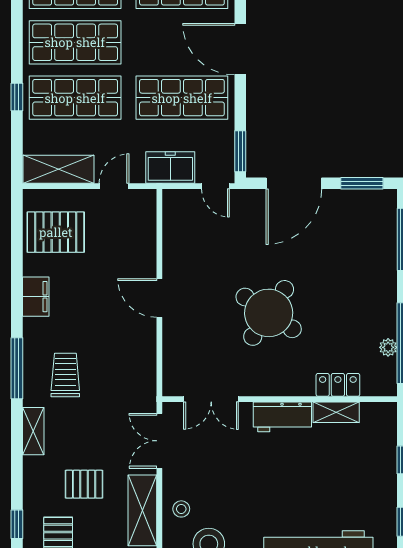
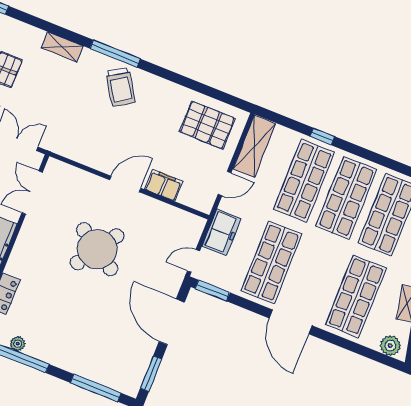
door: (240, 49) -> (291, 322), swing flipped
door: (114, 186) -> (224, 184), hinge flipped
pallet: (56, 232) -> (207, 125), turned 90
filing cabinet: (36, 297) -> (164, 185), moved, turned 180
round table: (269, 313) -> (97, 249), moved
trolley: (65, 375) -> (121, 87), moved, turned 57

